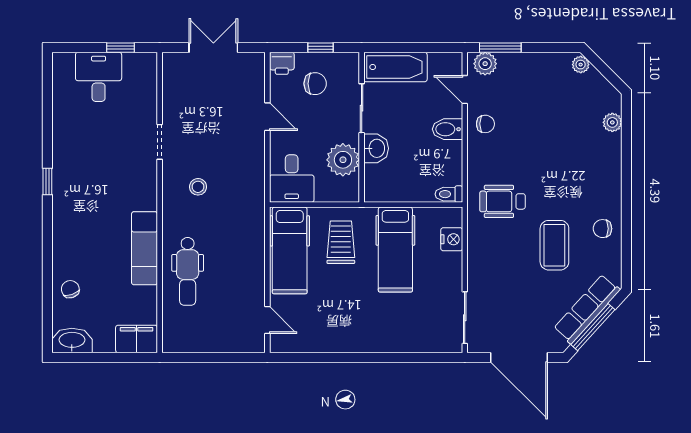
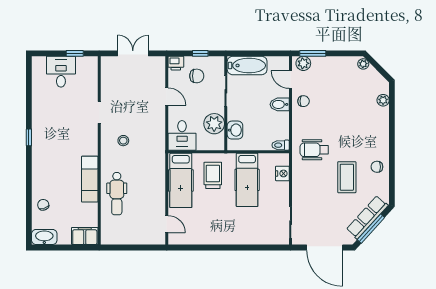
washbasin: (376, 148) -> (235, 130), moved

